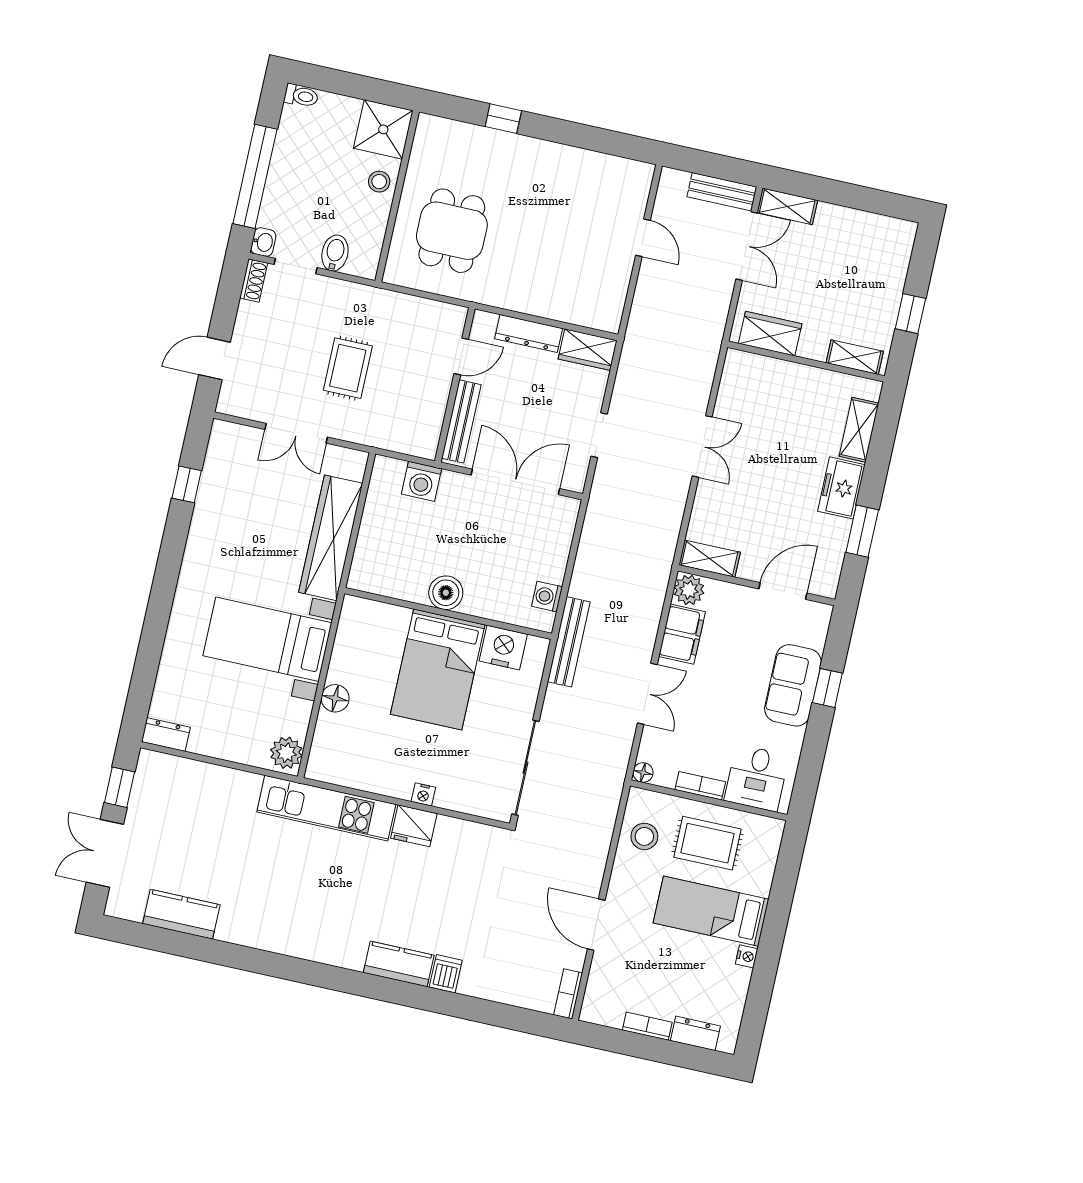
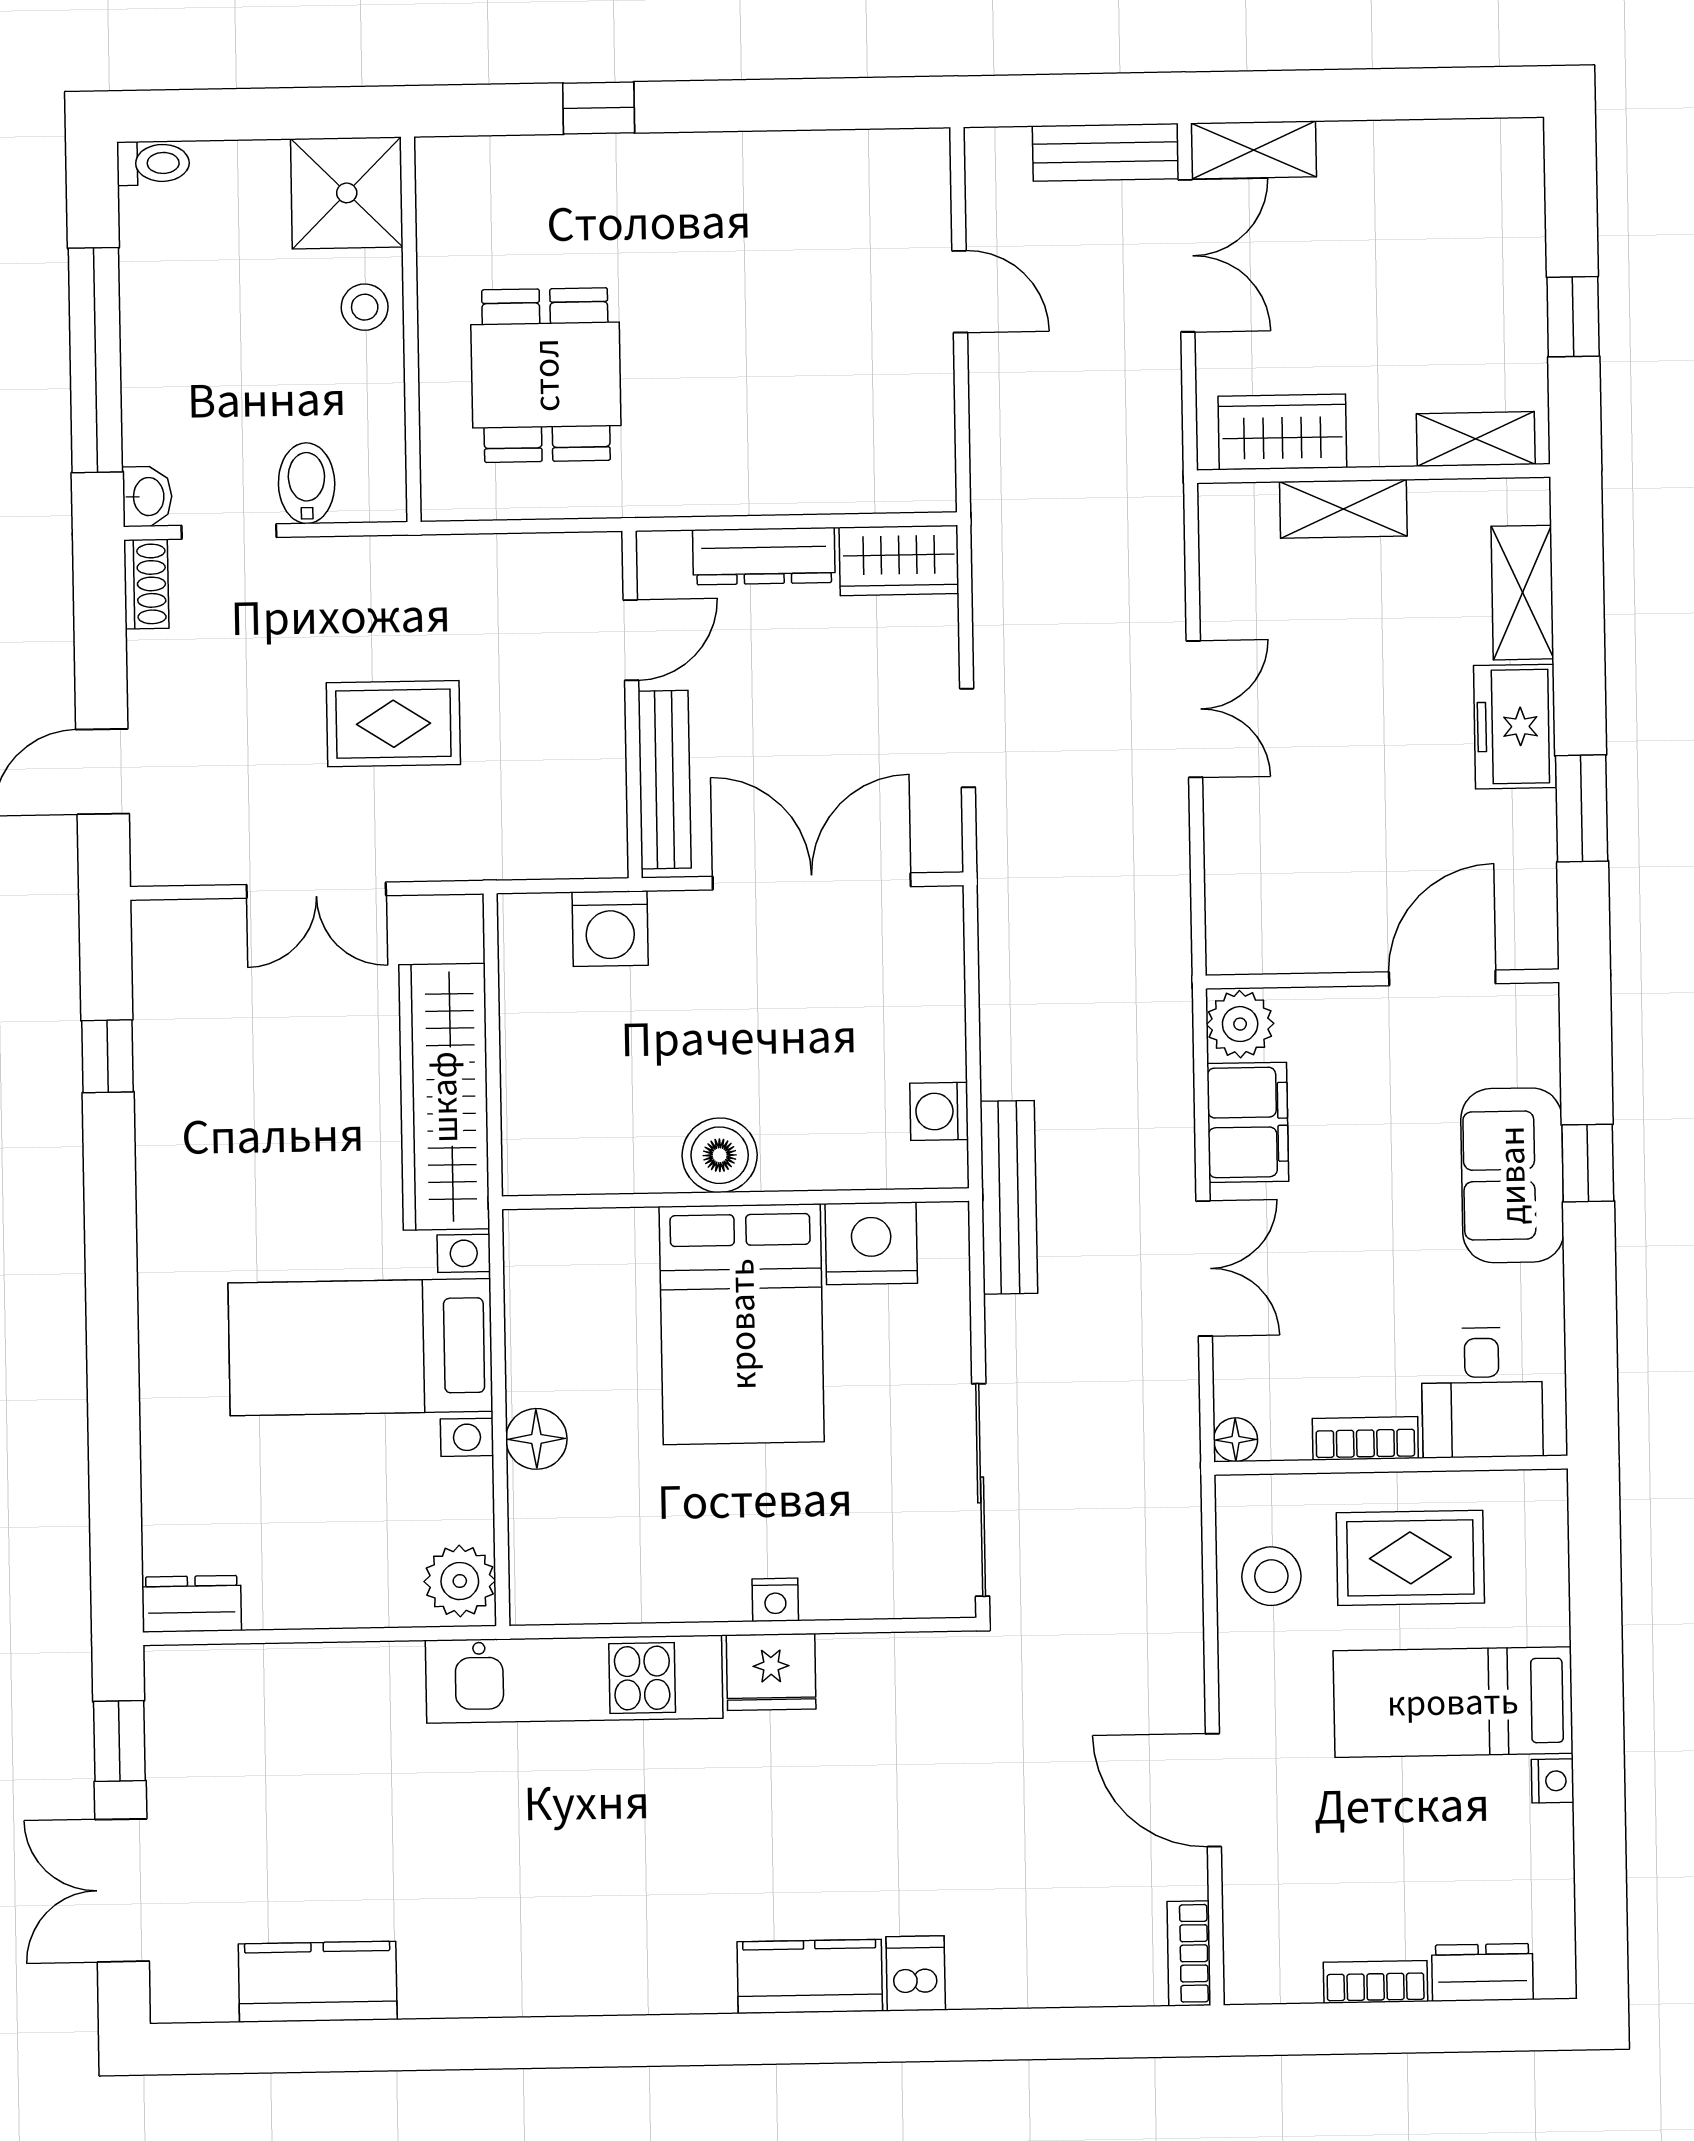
rug: (348, 368) -> (393, 724), turned 90
shelving: (710, 559) -> (1343, 509), moved

